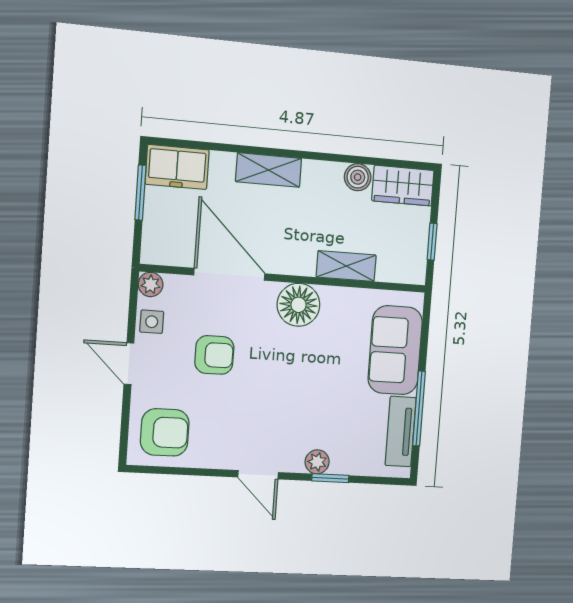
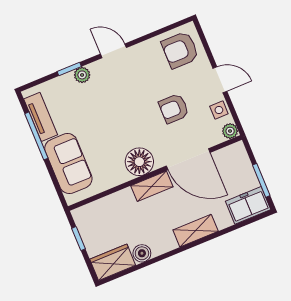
shelving: (346, 266) -> (152, 186), moved

